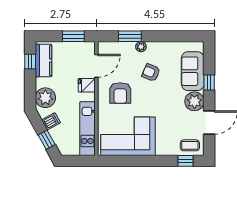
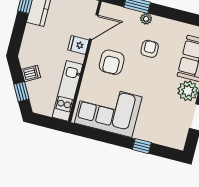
armchair: (151, 73) -> (150, 49), turned 67
plant: (45, 98) -> (31, 47), removed
coffee table: (190, 145) -> (171, 136), removed
window: (185, 161) -> (142, 146), moved

